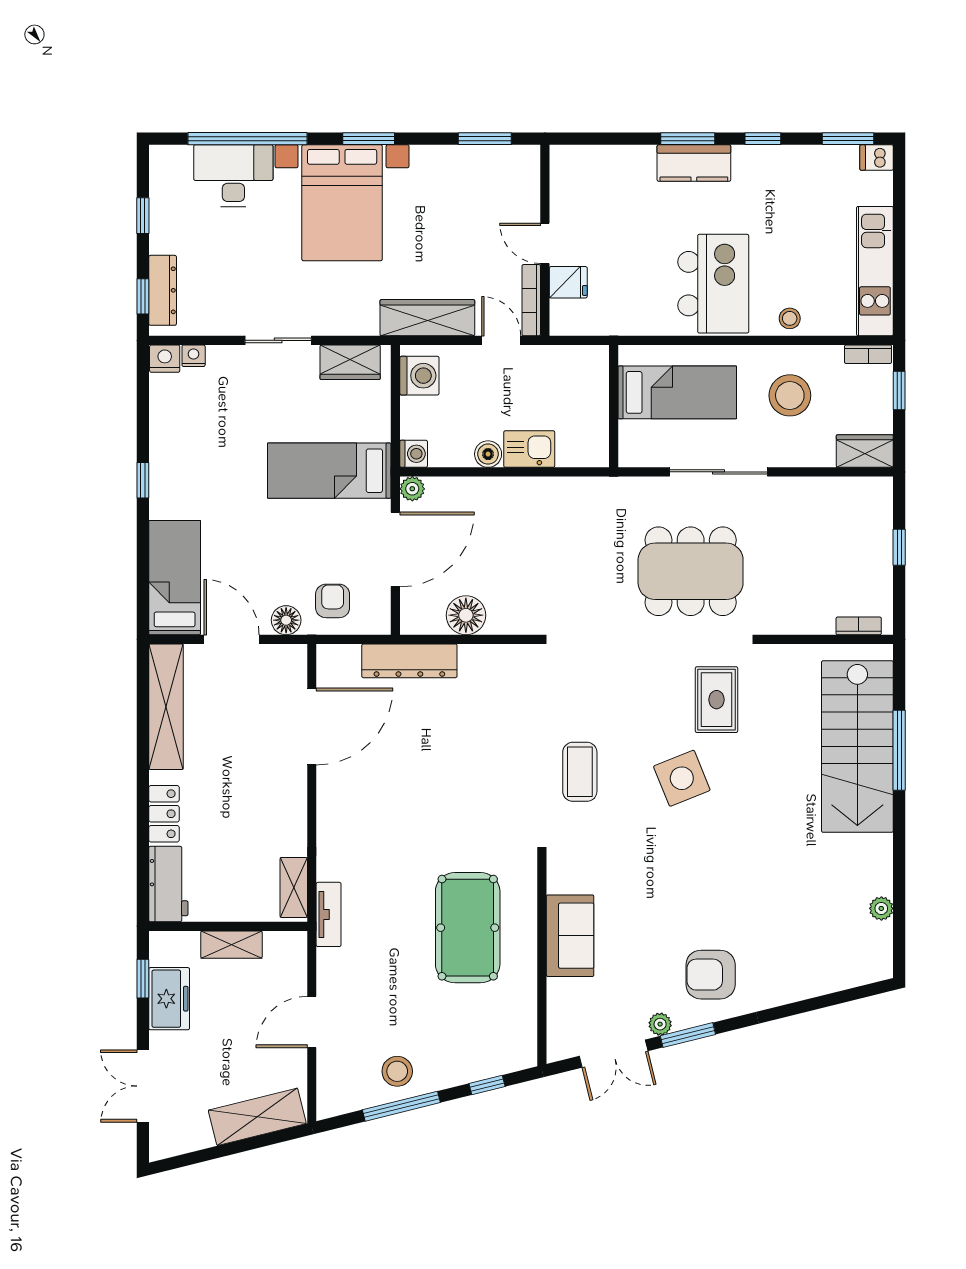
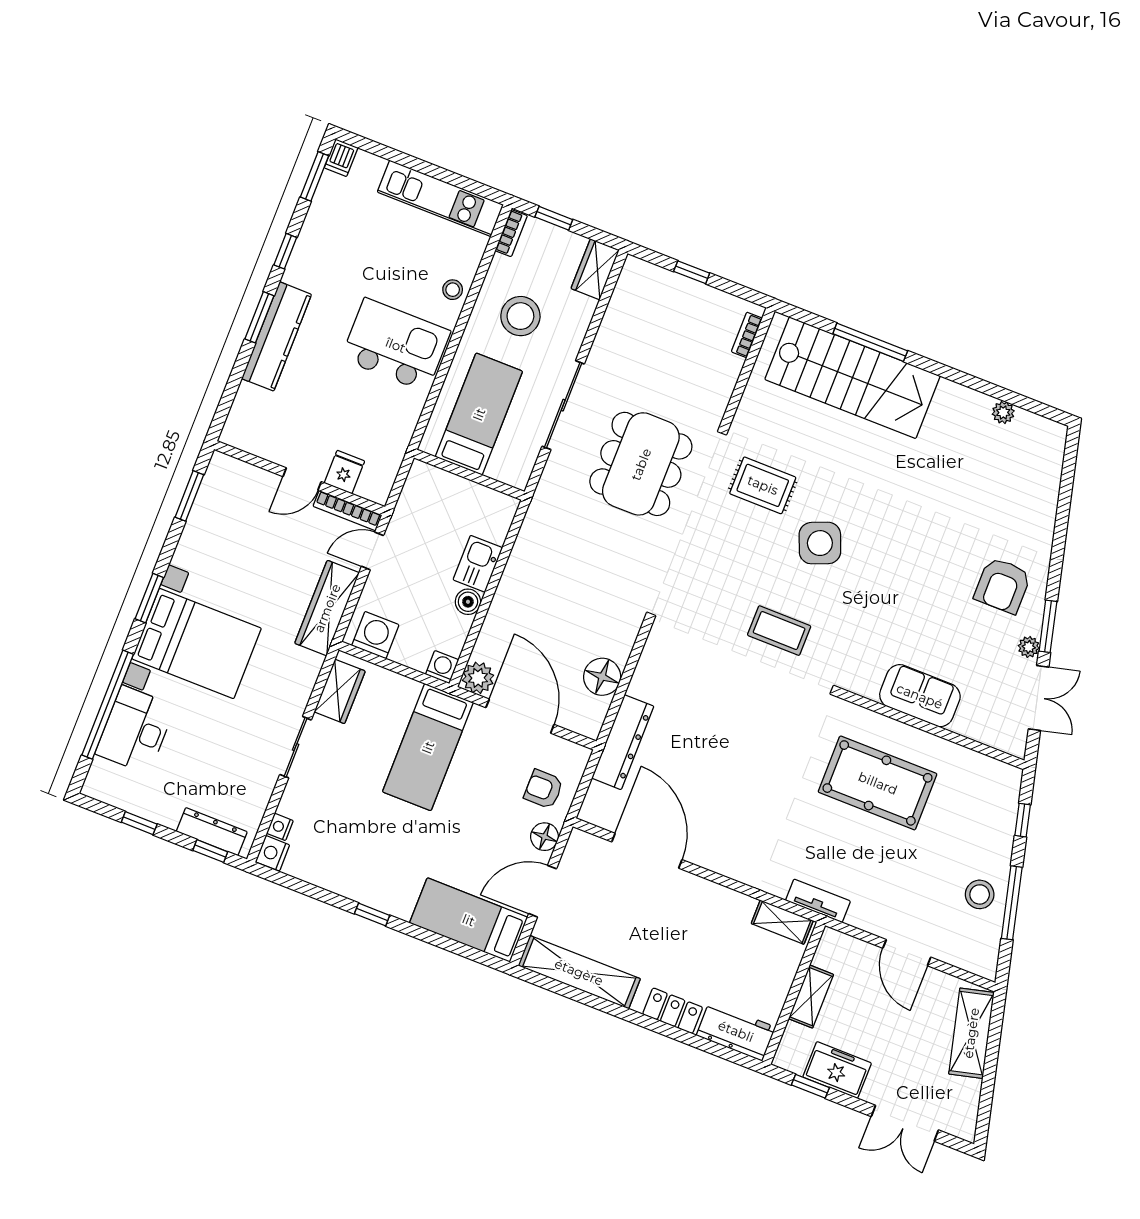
kitchen counter: (694, 163) -> (277, 336), width x1.50
plant: (412, 489) -> (478, 678), width x1.38, depth x1.38

